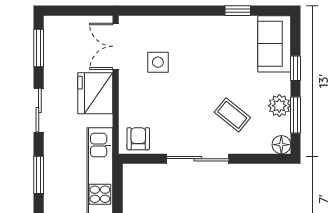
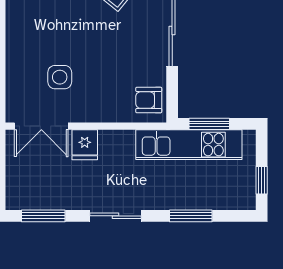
fridge: (95, 93) -> (85, 145), width x0.53, depth x0.75
window: (118, 191) -> (209, 124), added

